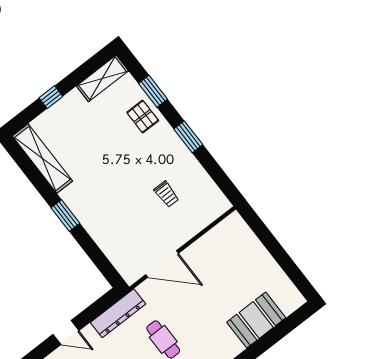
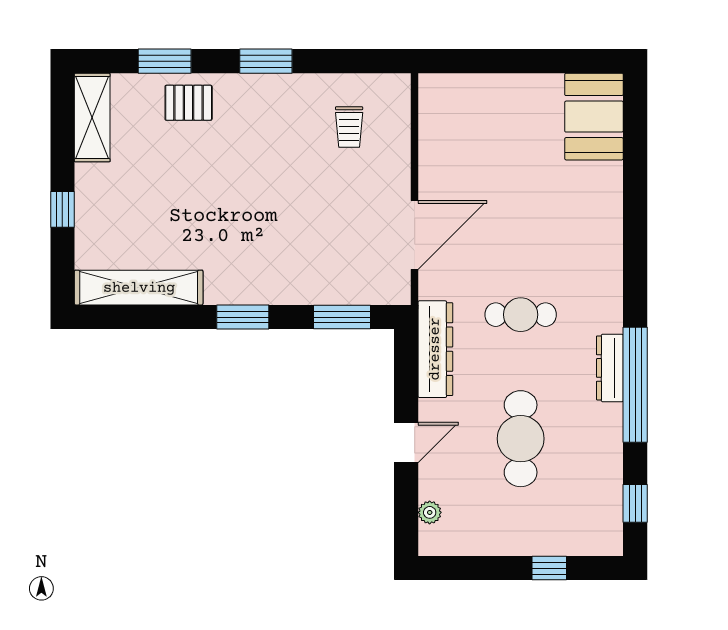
trolley: (166, 194) -> (349, 127), moved, turned 90
window: (100, 260) -> (342, 317), added
booth: (256, 320) -> (594, 117), moved

